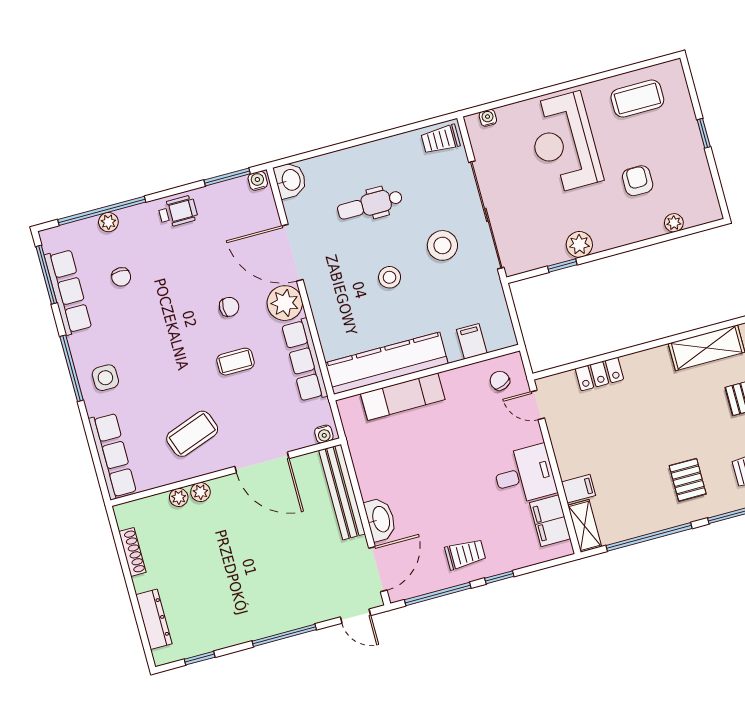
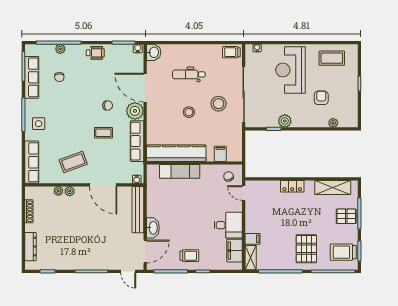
locker: (599, 374) -> (292, 186), moved
pallet: (688, 480) -> (306, 249), width x1.50, depth x1.42

